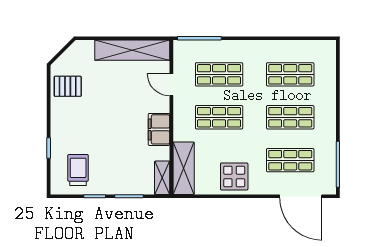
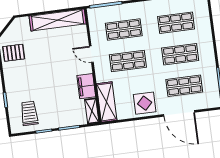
door: (171, 85) -> (91, 54), moved
filing cabinet: (159, 129) -> (86, 86), moved
door: (301, 196) -> (179, 113), moved

